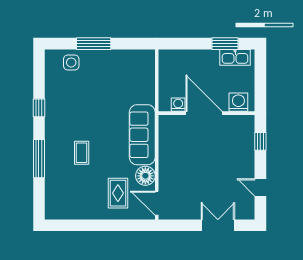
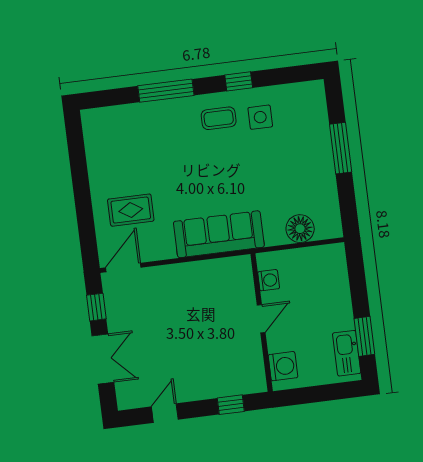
side table: (71, 62) -> (260, 117), moved
door: (204, 113) -> (261, 319), width x0.53
coffee table: (82, 153) -> (219, 118), moved
floor lamp: (145, 176) -> (300, 229), moved
window: (182, 225) -> (96, 307), added

